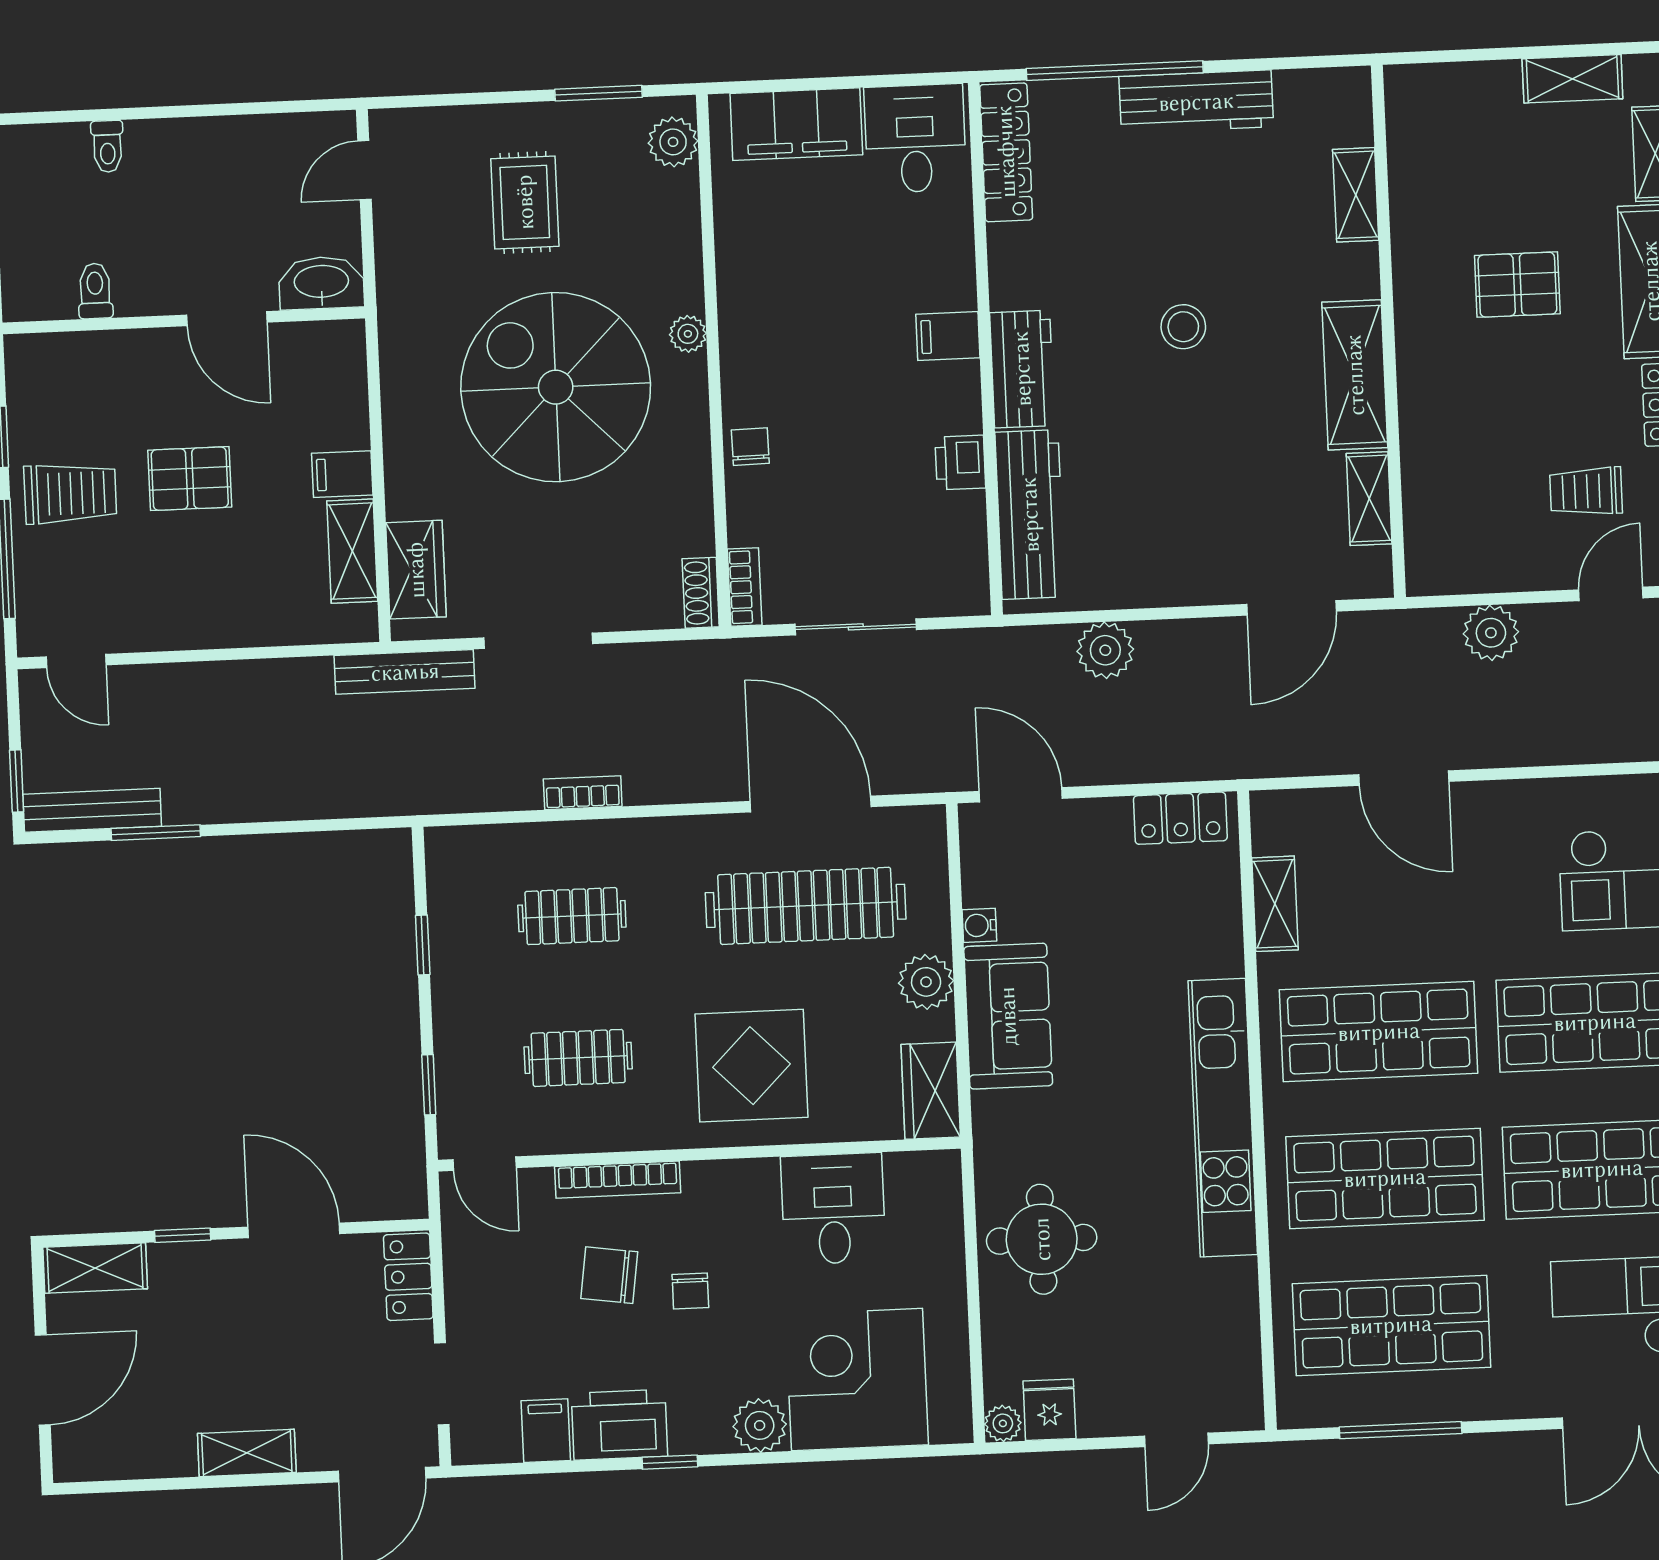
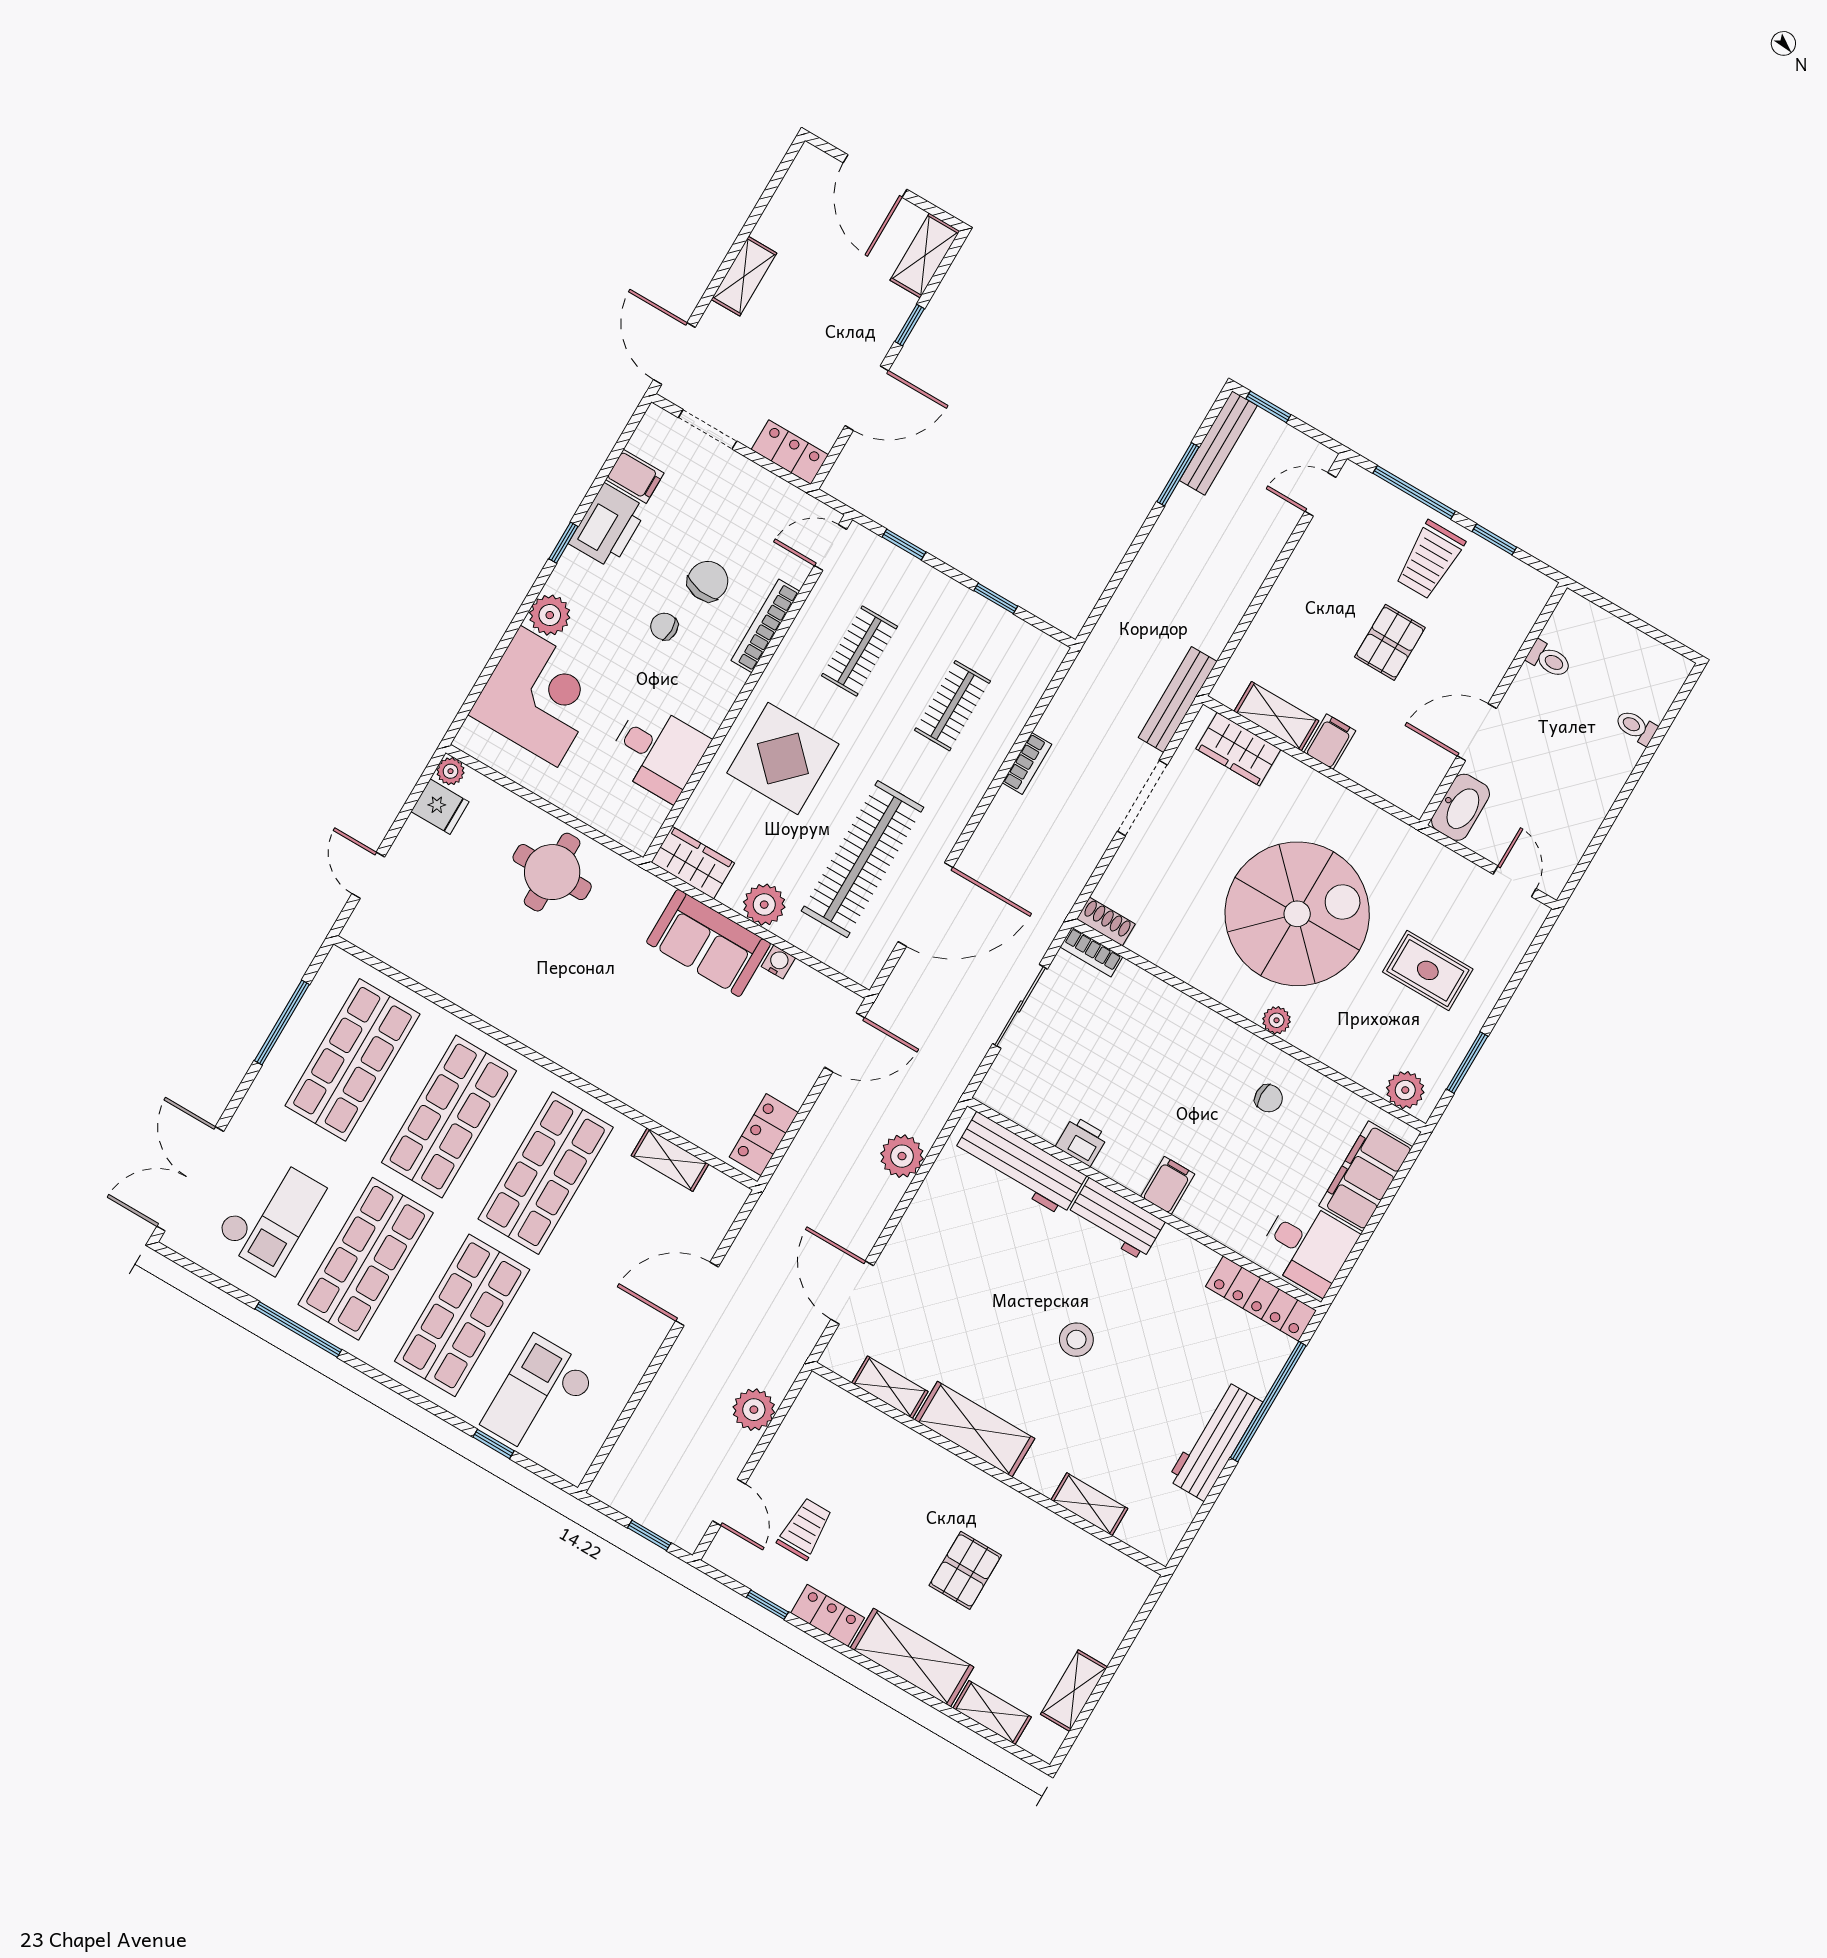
chair: (750, 447) -> (1269, 1098), moved
kitchen unit: (1223, 1118) -> (555, 1038), removed

